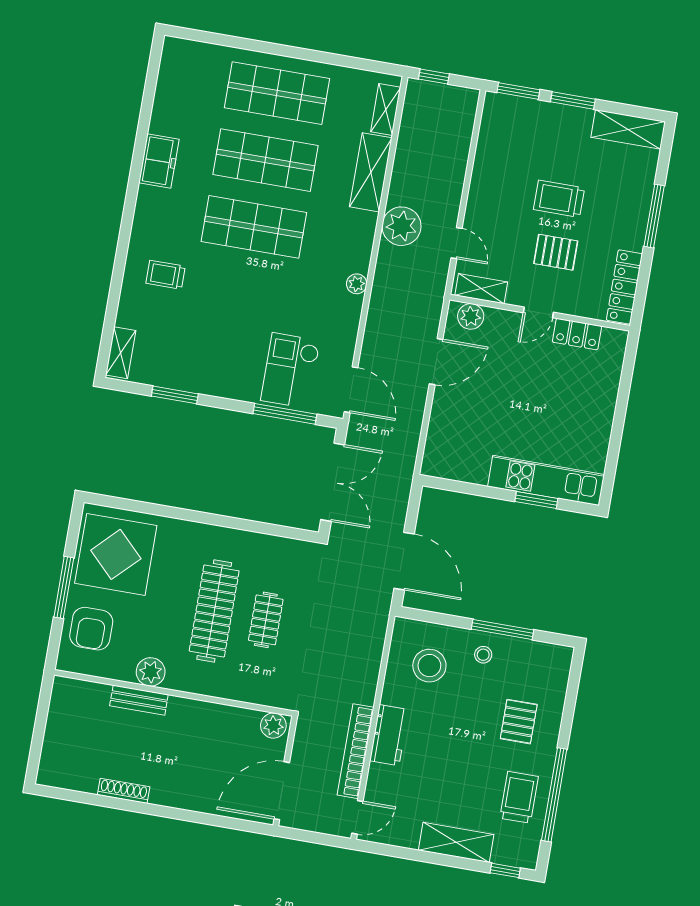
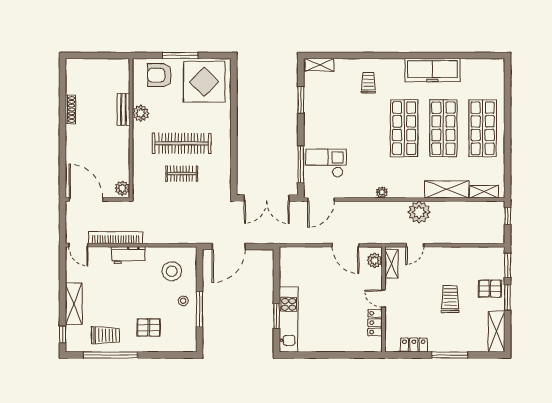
freezer: (159, 161) -> (432, 70), width x1.91, depth x1.26
pallet: (556, 252) -> (490, 289), moved, turned 90
locker: (624, 287) -> (414, 345), width x0.66

